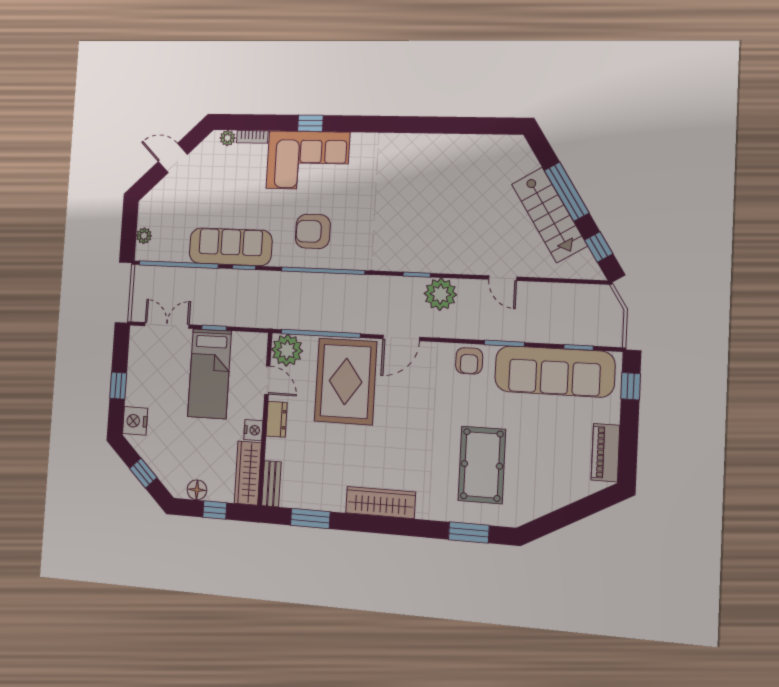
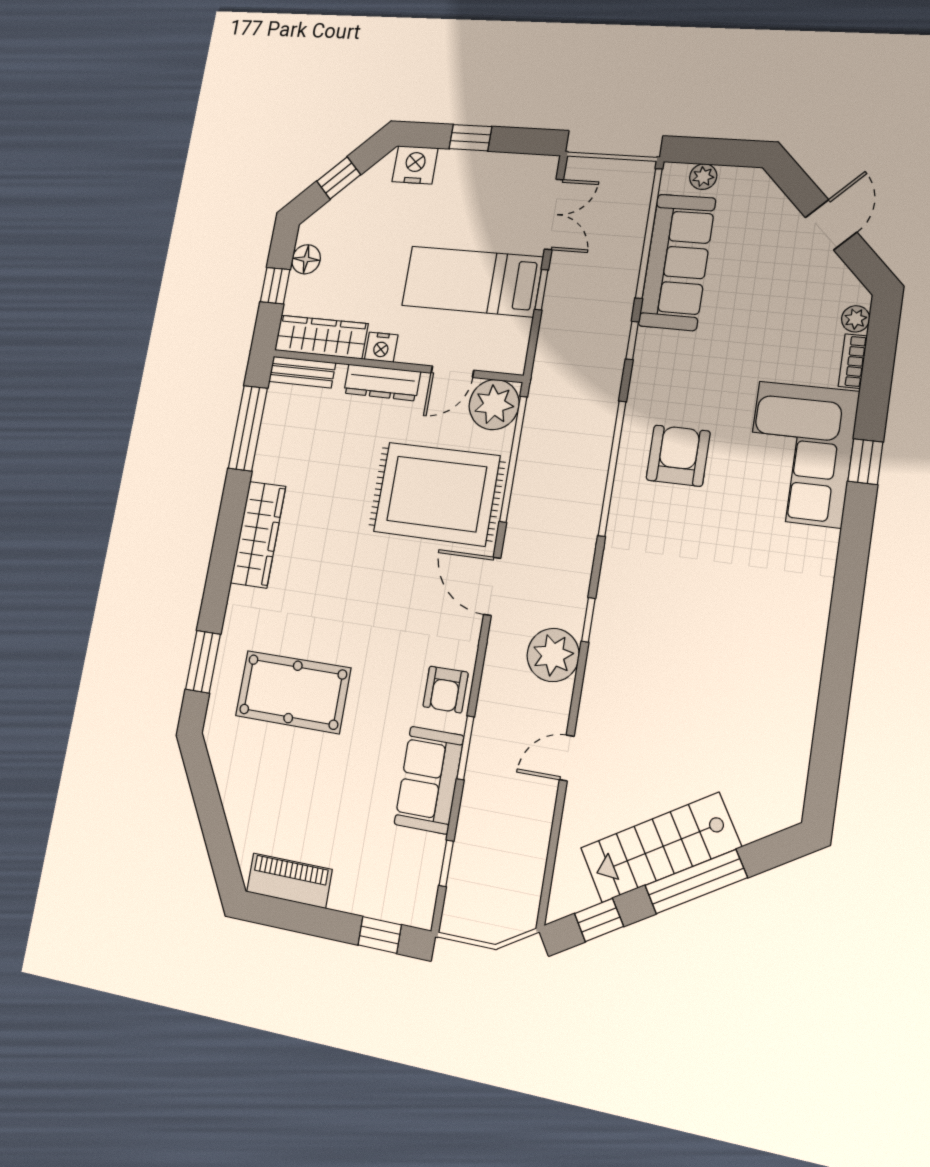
sofa: (230, 247) -> (677, 262), moved
armchair: (469, 361) -> (446, 689), turned -90
sofa: (555, 371) -> (429, 780), width x0.54, depth x0.79
dresser: (277, 419) -> (382, 382), width x1.44
window: (310, 518) -> (248, 428), width x1.44

